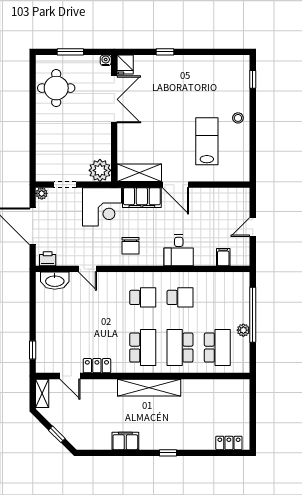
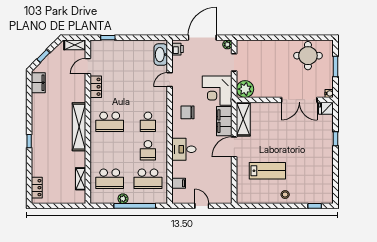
school desk: (180, 348) -> (148, 179), moved, turned 180
shelving: (217, 386) -> (81, 179), added
filing cabinet: (125, 441) -> (38, 83), moved

